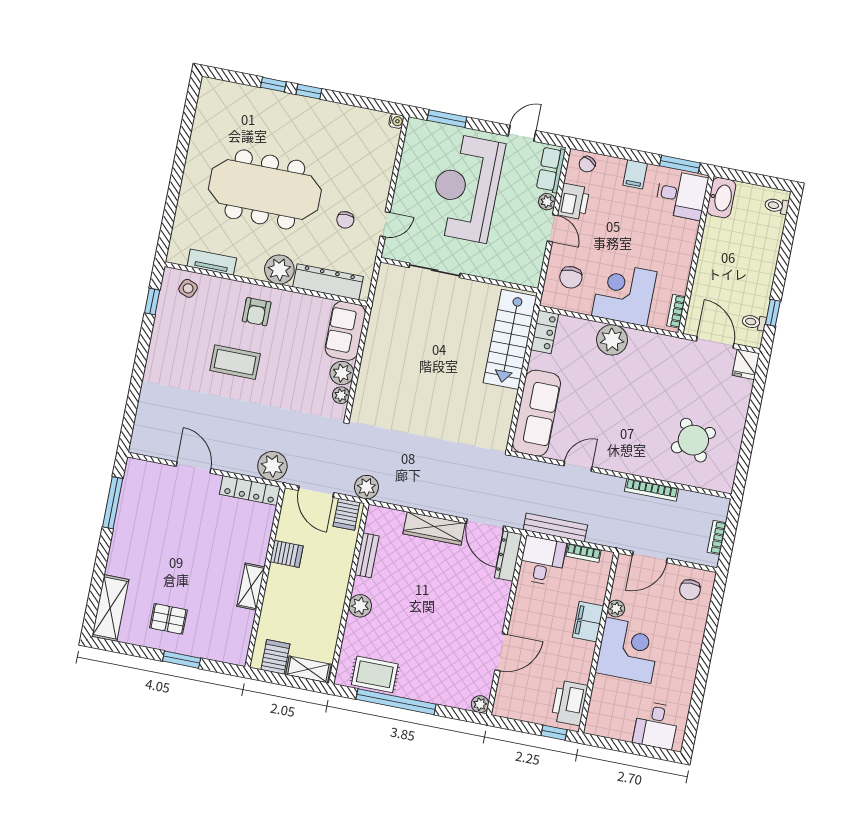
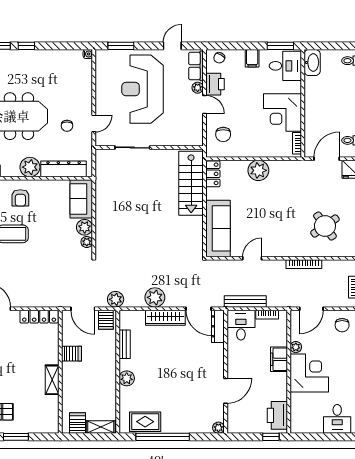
corner desk: (624, 294) -> (282, 112), moved, turned -90
door: (715, 342) -> (327, 159), hinge flipped
plant: (272, 466) -> (155, 297), moved

